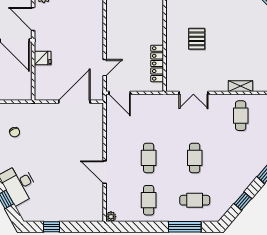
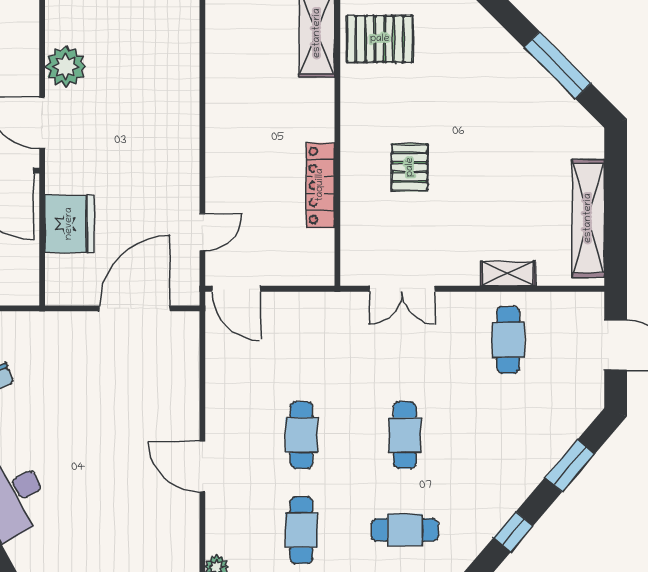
fridge: (43, 58) -> (69, 224), width x1.88, depth x1.34
locker: (157, 63) -> (320, 185), moved

